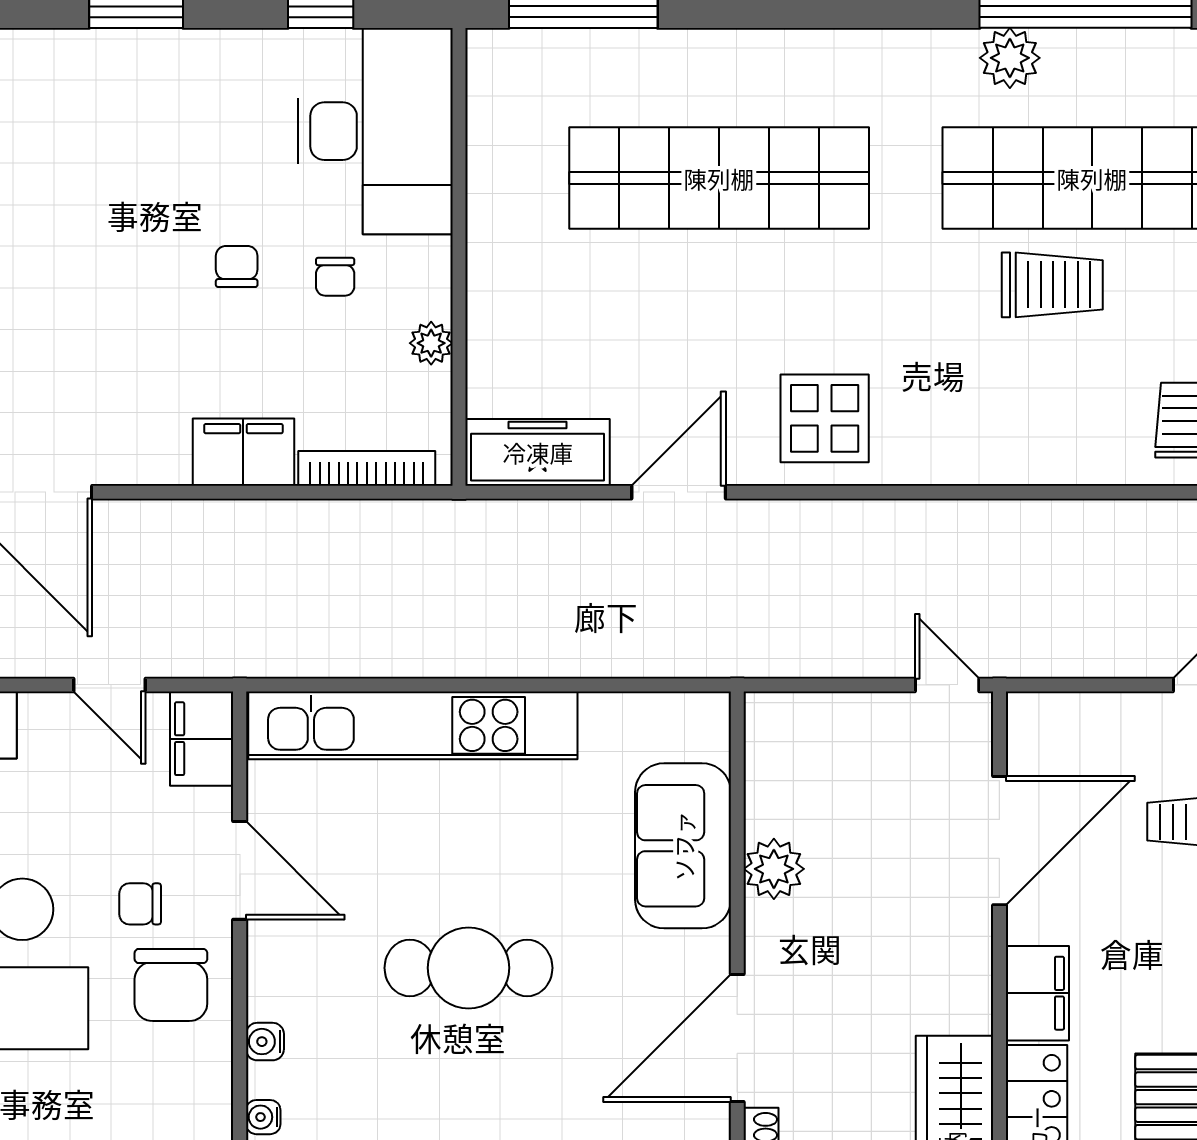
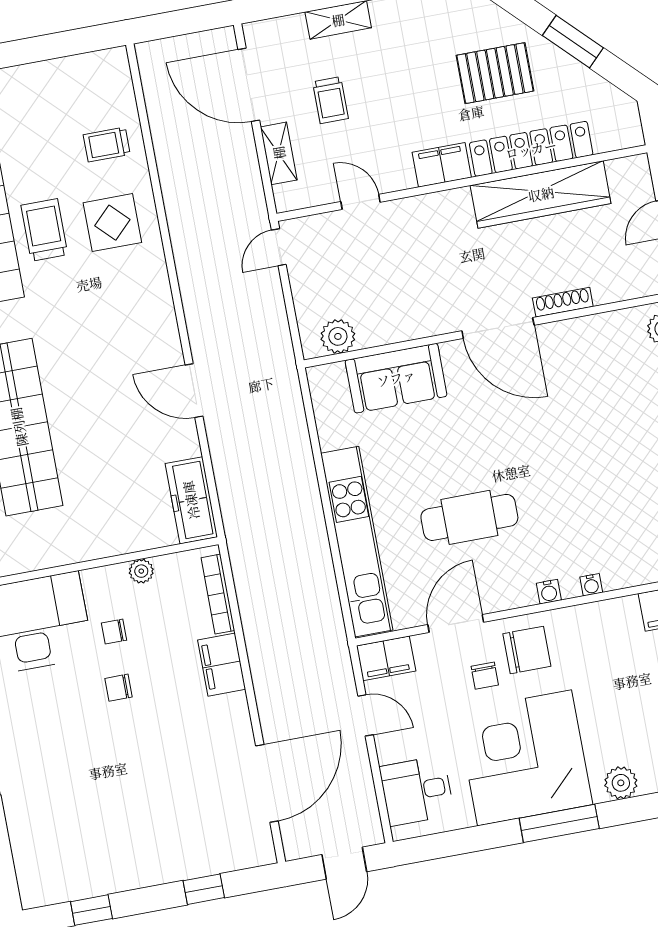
chair: (335, 277) -> (114, 632), turned 180
display table: (825, 418) -> (112, 223), moved
door: (679, 492) -> (194, 391), moved
door: (110, 685) -> (366, 715), hinge flipped
shelving: (1109, 715) -> (279, 153), added
door: (999, 841) -> (360, 202), width x0.53
plant: (774, 869) -> (338, 336), moved
cafe table: (469, 968) -> (469, 517), moved, turned 90

